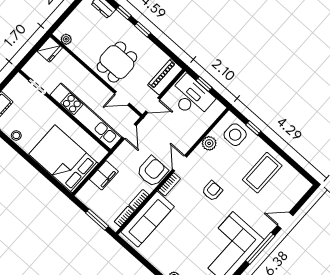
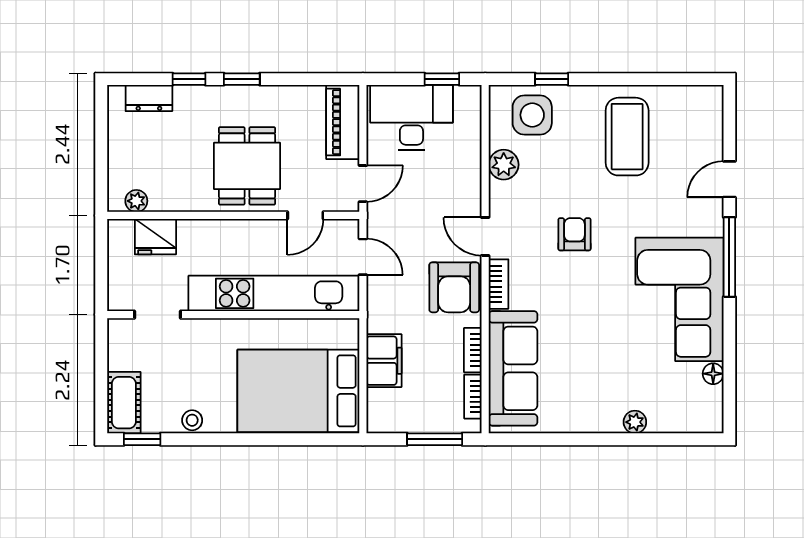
fridge: (50, 49) -> (155, 237), moved, turned 90
window: (204, 84) -> (442, 79), moved
armchair: (152, 171) -> (454, 287), turned 180

